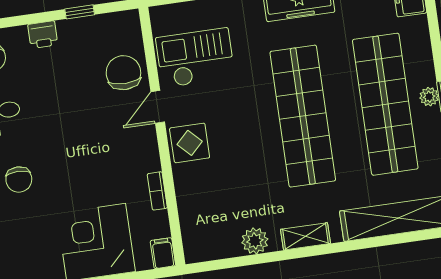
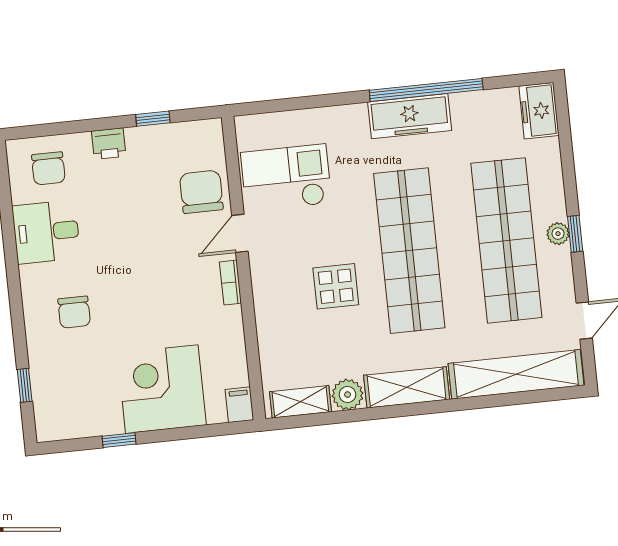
display table: (190, 143) -> (336, 286), moved
bookcase: (157, 191) -> (230, 283), moved
shelving: (305, 236) -> (407, 387), width x1.50, depth x1.33
shelving: (215, 249) -> (300, 402), added

